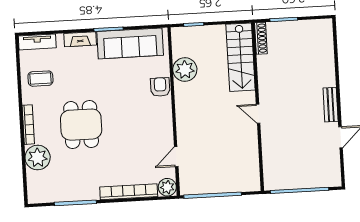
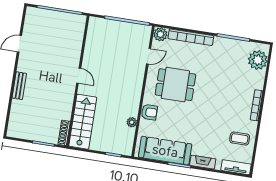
plant: (185, 70) -> (132, 122), width x0.53, depth x0.53
armchair: (160, 87) -> (149, 112), turned -90
bench: (331, 105) -> (19, 86), moved
dining table: (81, 125) -> (175, 85), moved, turned 90
plant: (38, 158) -> (258, 60), moved

